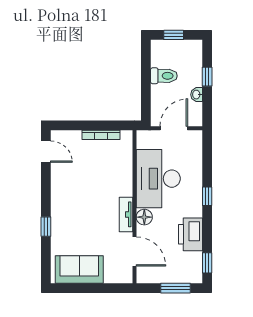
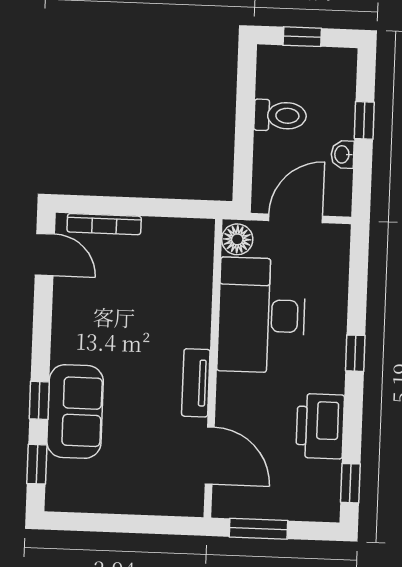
bookcase: (101, 135) -> (104, 224), moved
floor lamp: (144, 217) -> (237, 239), moved
window: (46, 259) -> (37, 464), added
sofa: (79, 269) -> (75, 411), moved, turned 90
window: (176, 288) -> (258, 529), moved

